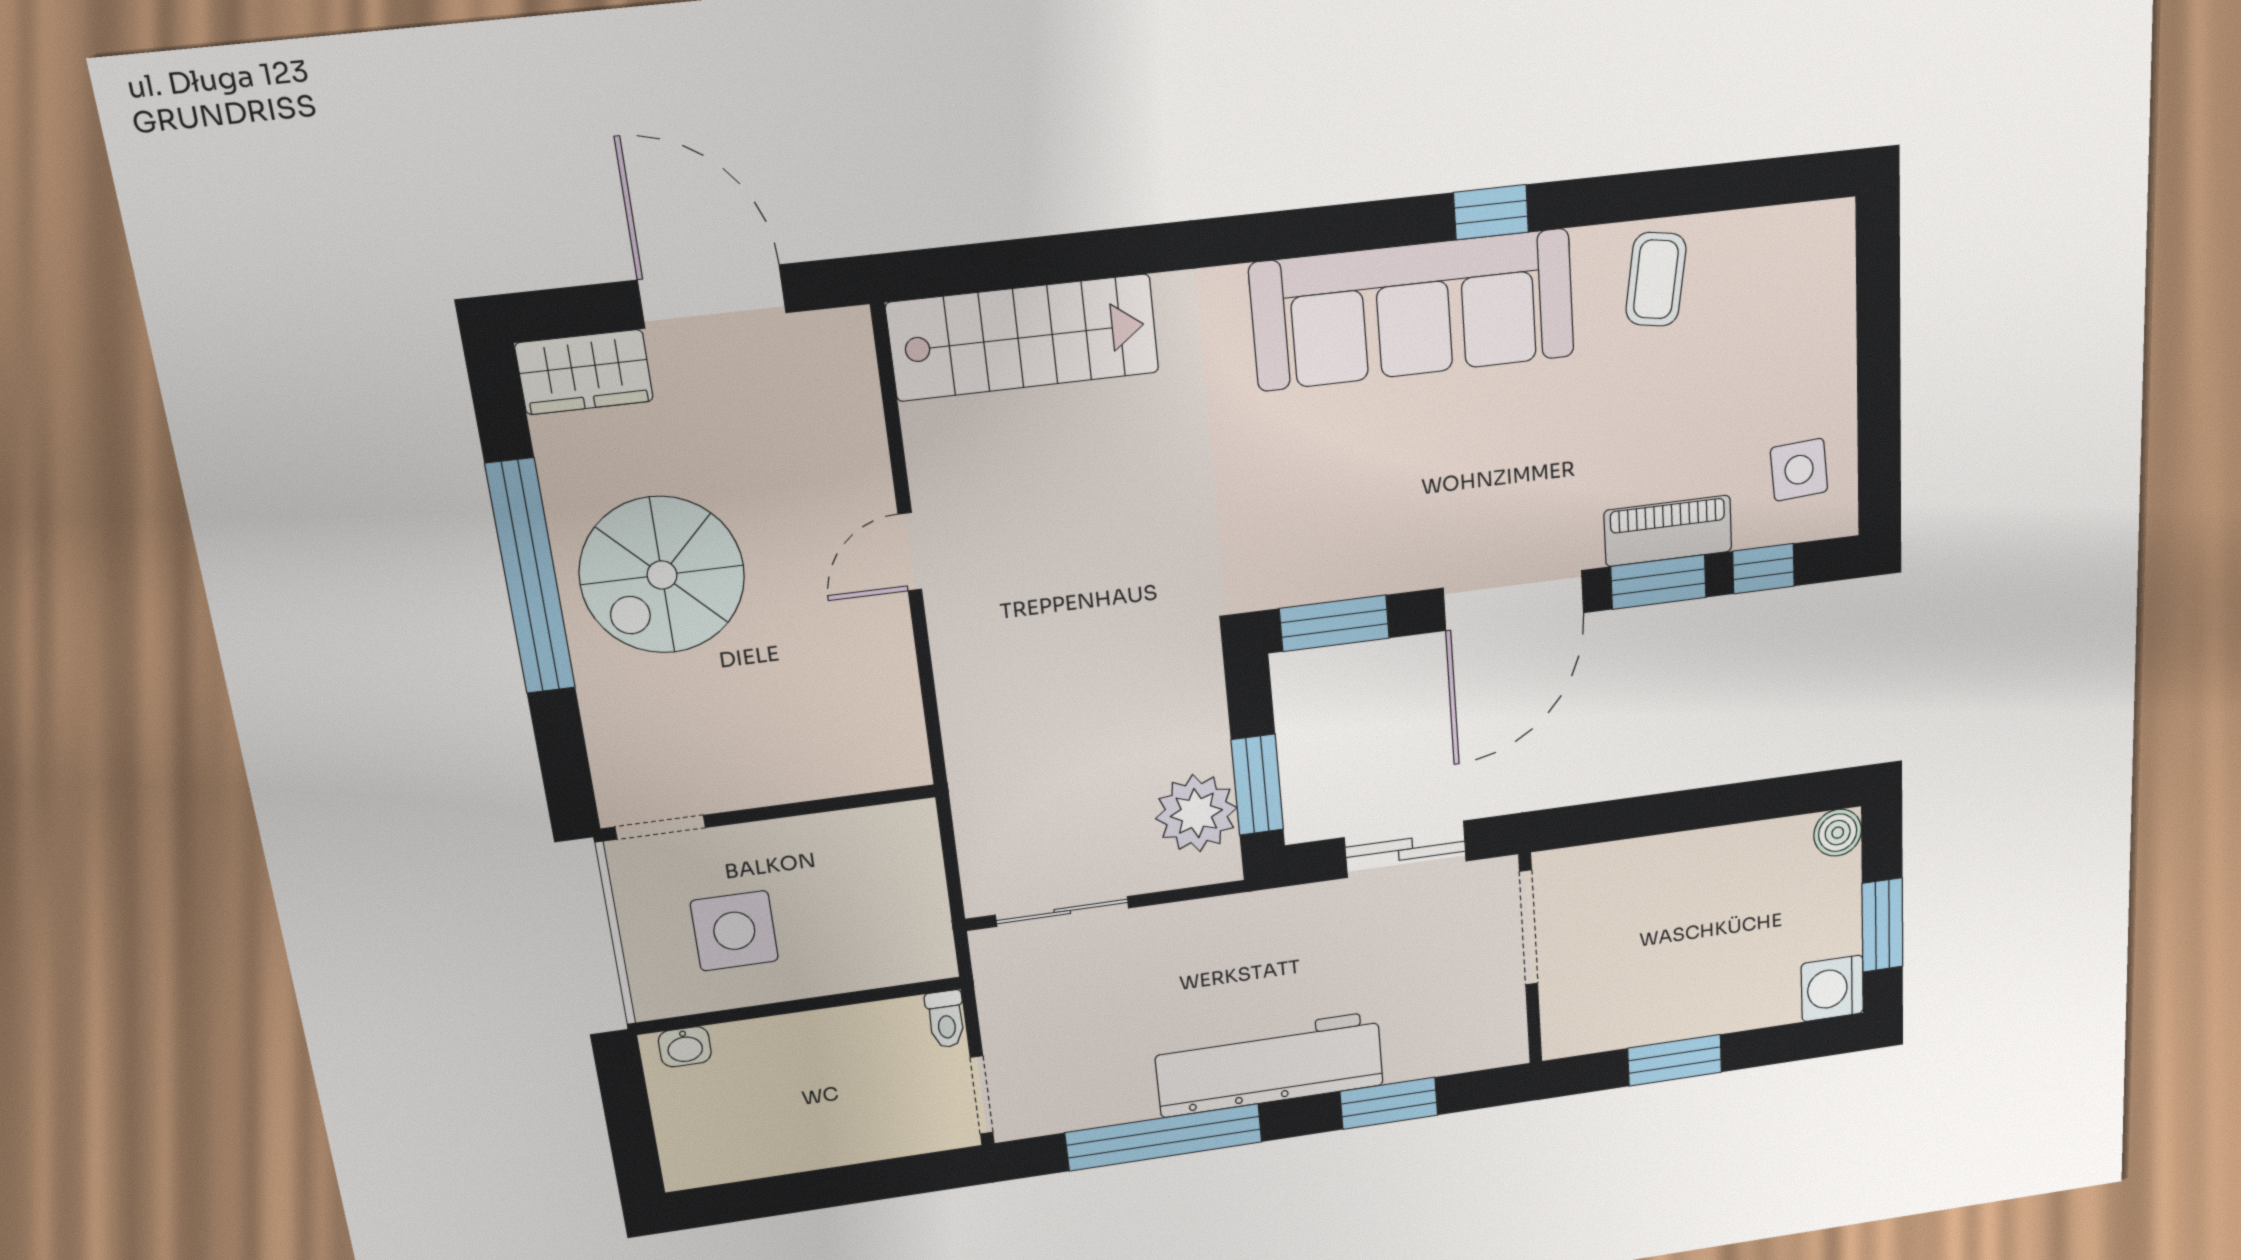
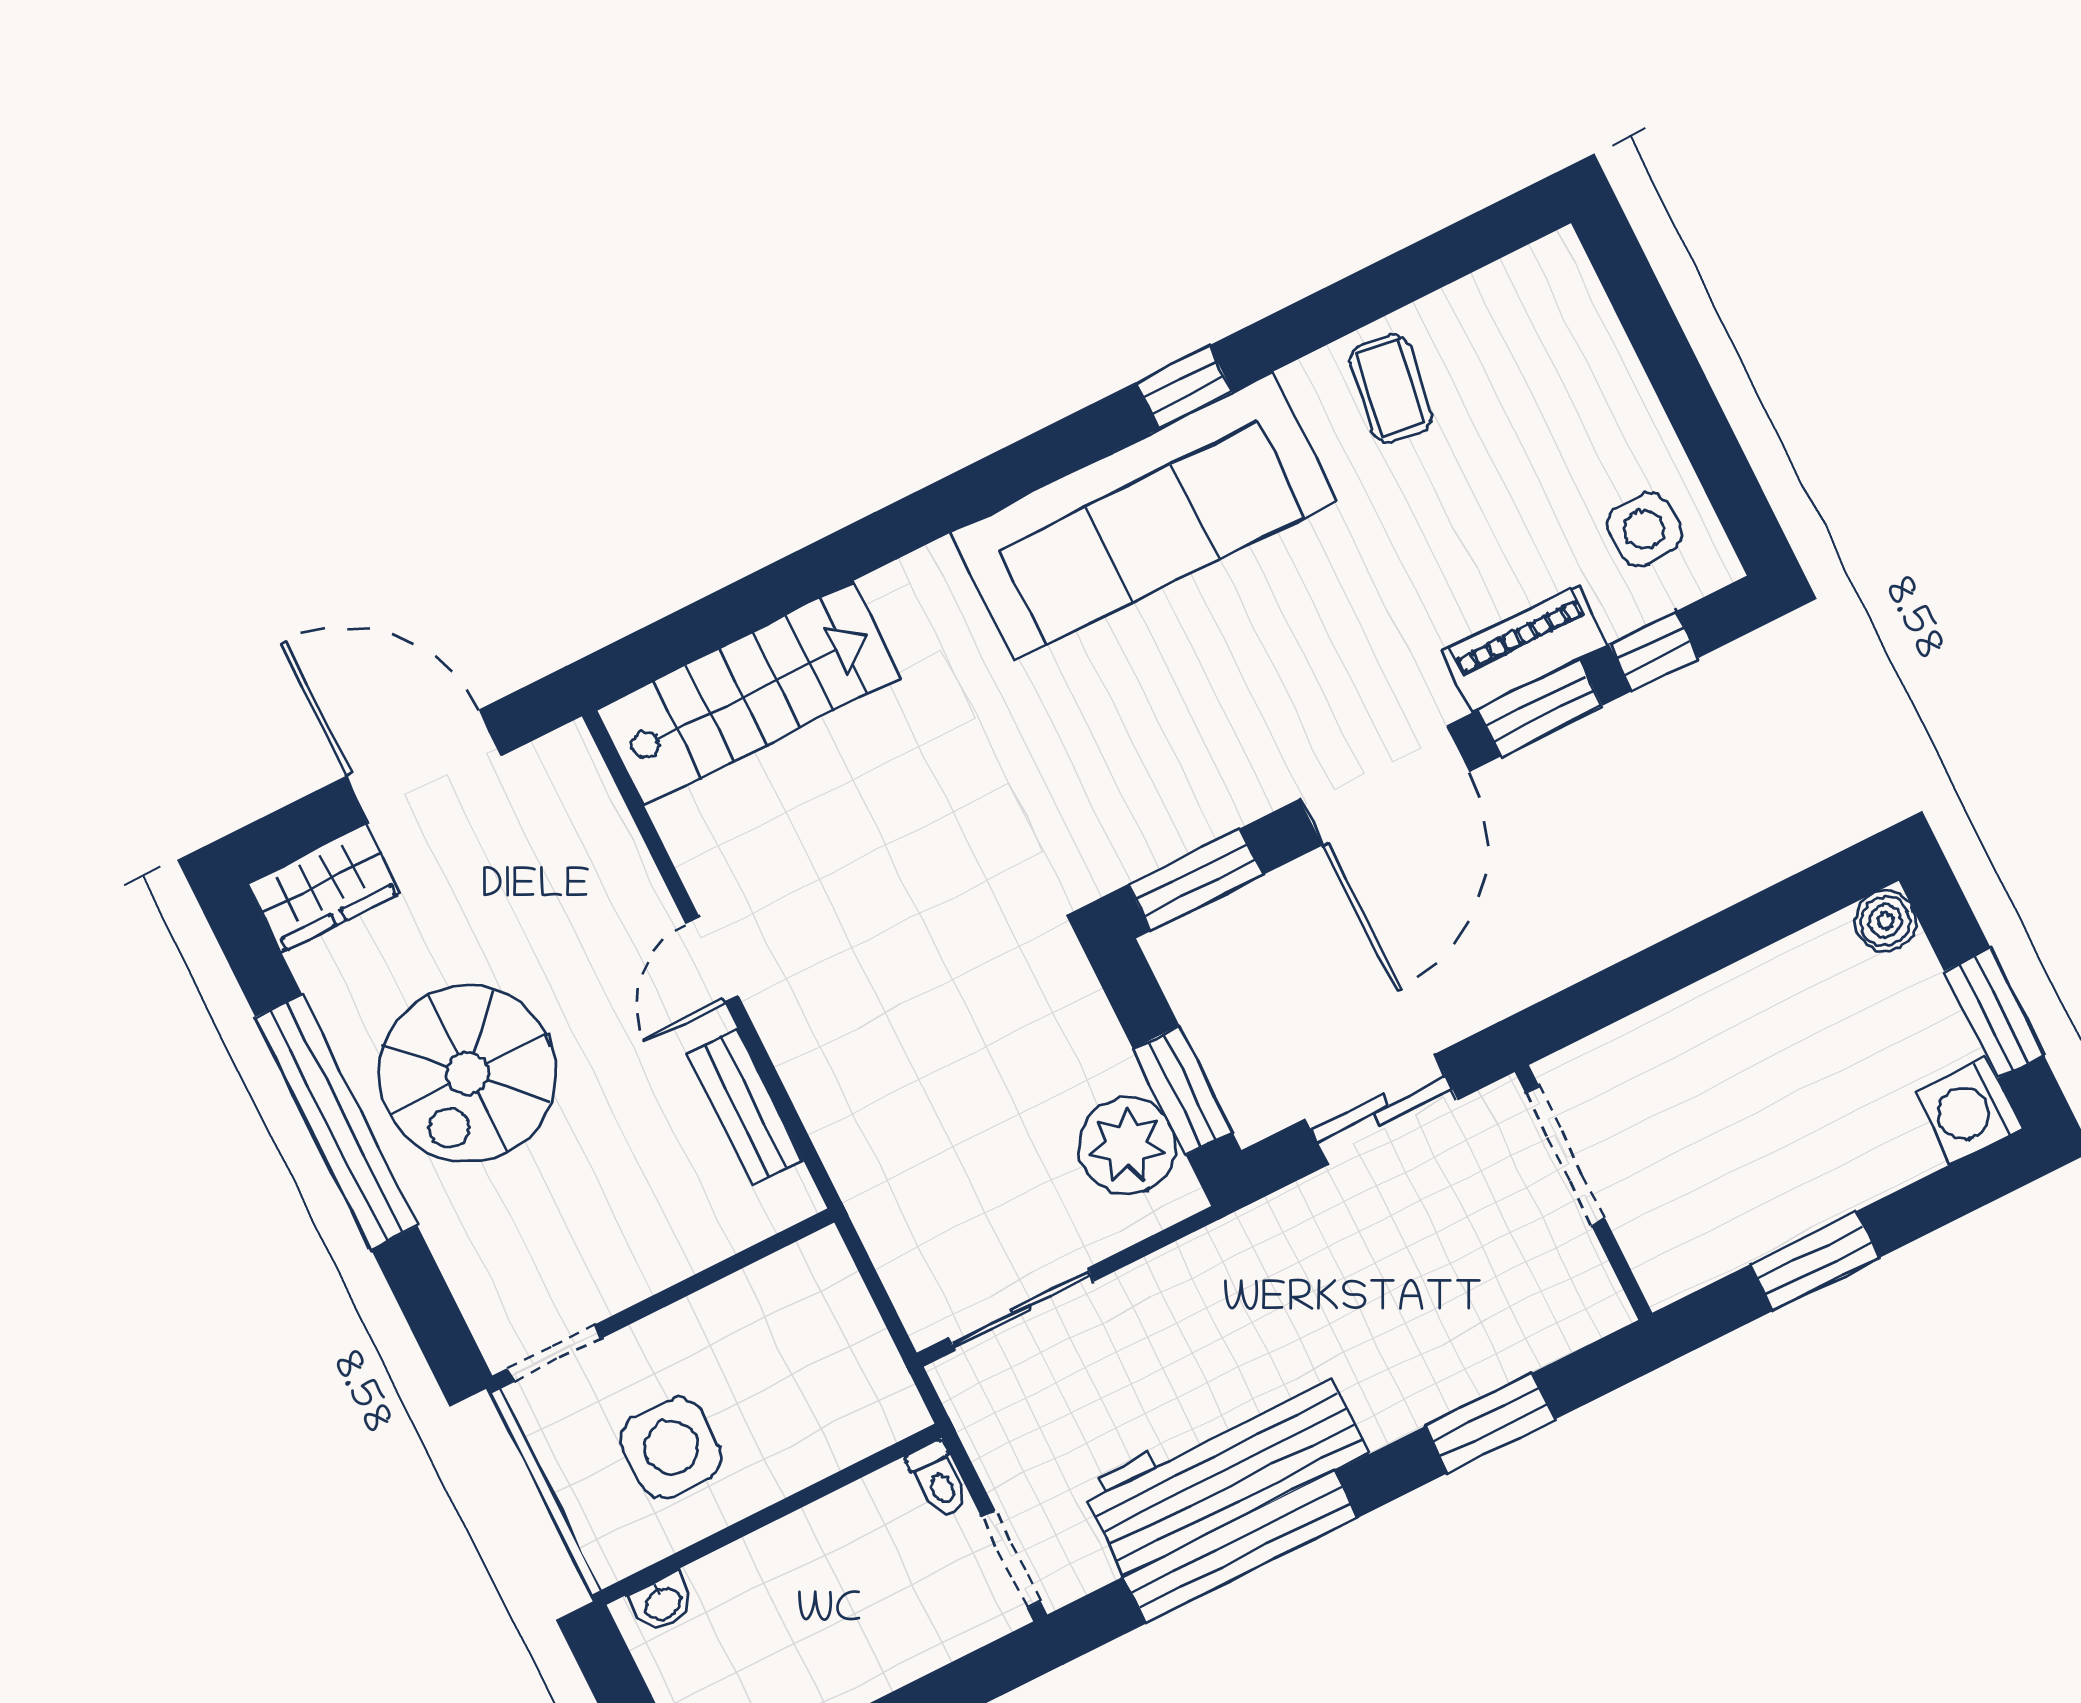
bench: (894, 681) -> (745, 1107), added
workbench: (1269, 1064) -> (1224, 1471), moved

